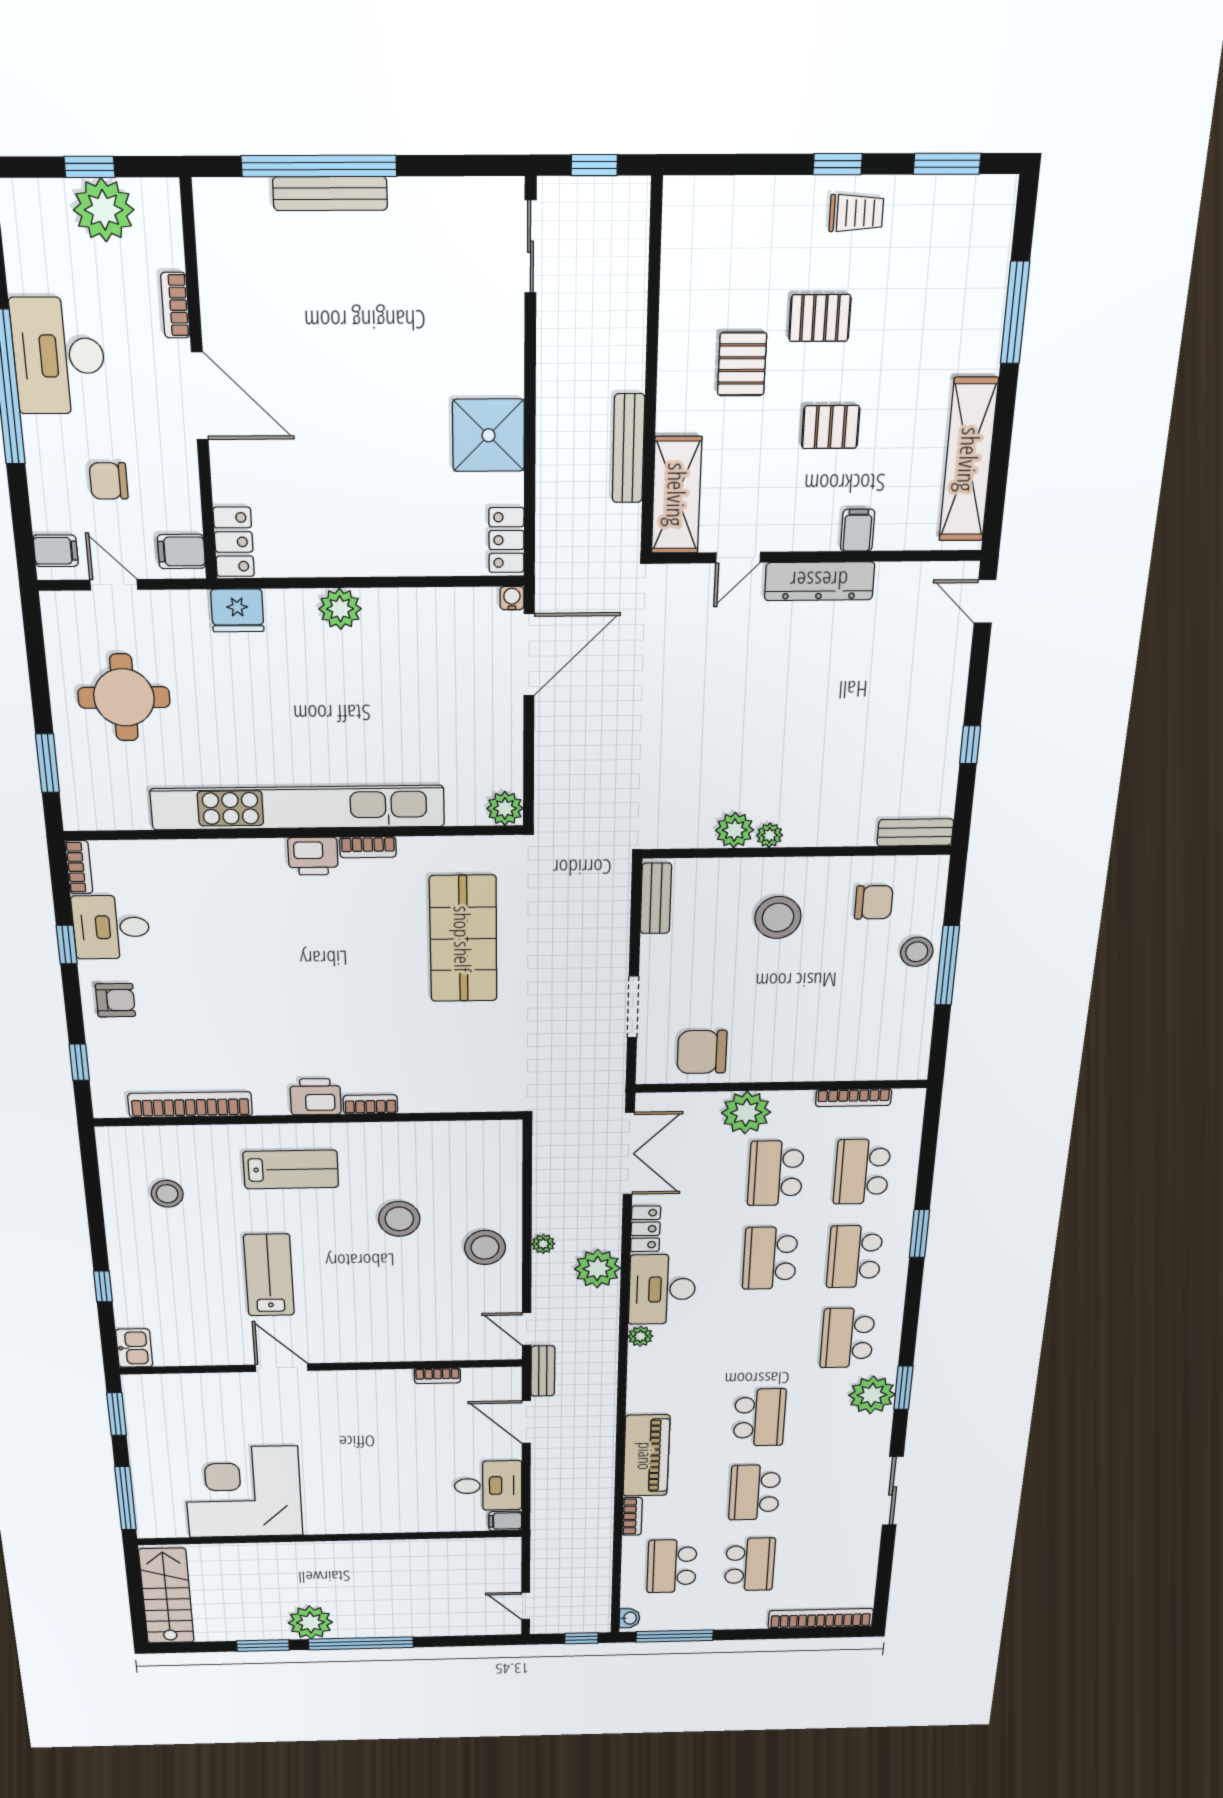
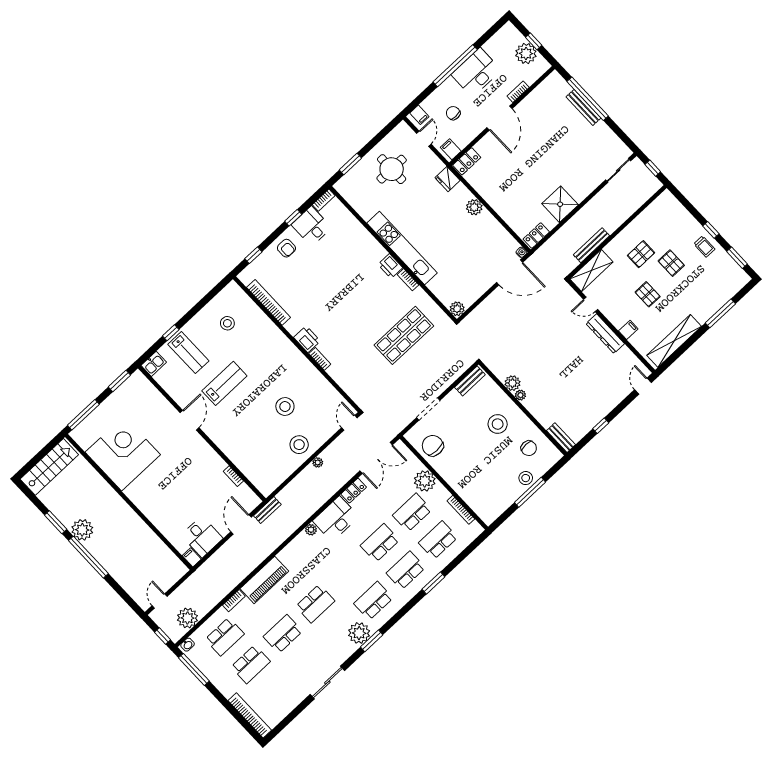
kitchen unit: (298, 808) -> (402, 248), width x0.73
lab bench: (291, 1169) -> (188, 353), moved
plant: (597, 1269) -> (188, 618), moved
door: (527, 1329) -> (349, 423), moved
school desk: (672, 1566) -> (225, 637), turned 180

